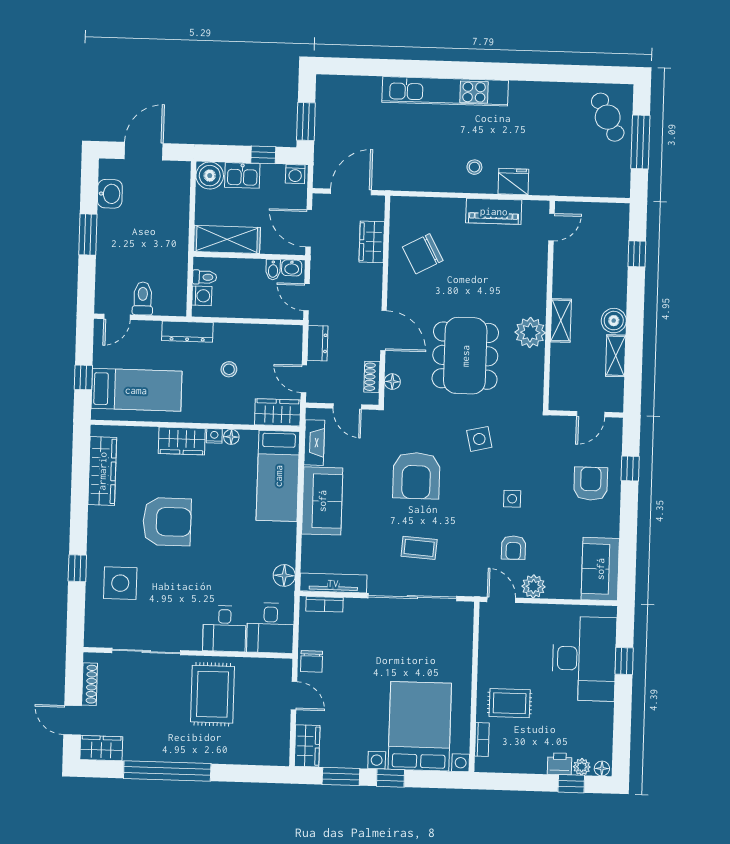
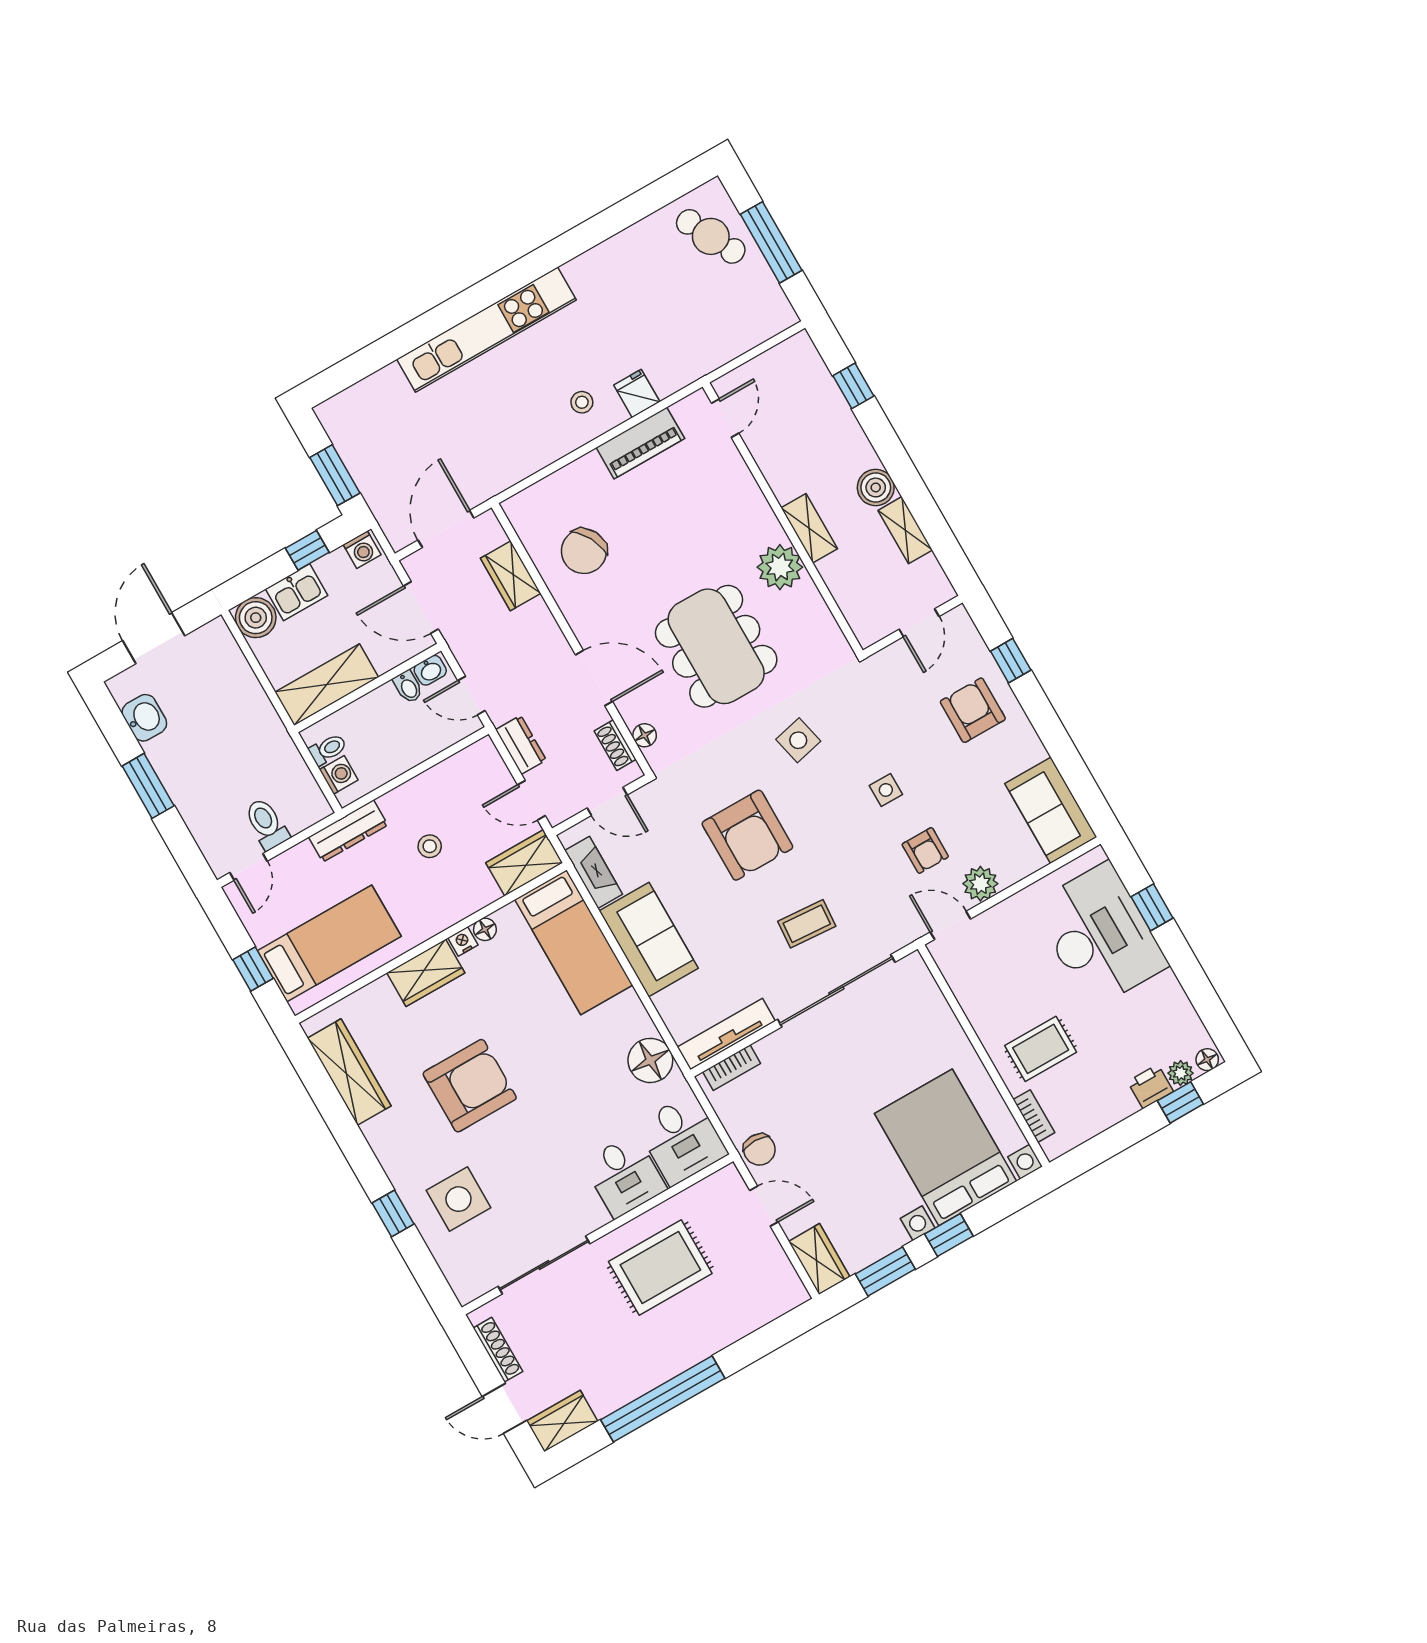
fridge: (513, 182) -> (637, 393), width x0.72
floor lamp: (284, 575) -> (650, 1060), width x1.38, depth x1.38
rug: (212, 694) -> (660, 1267), turned 90

